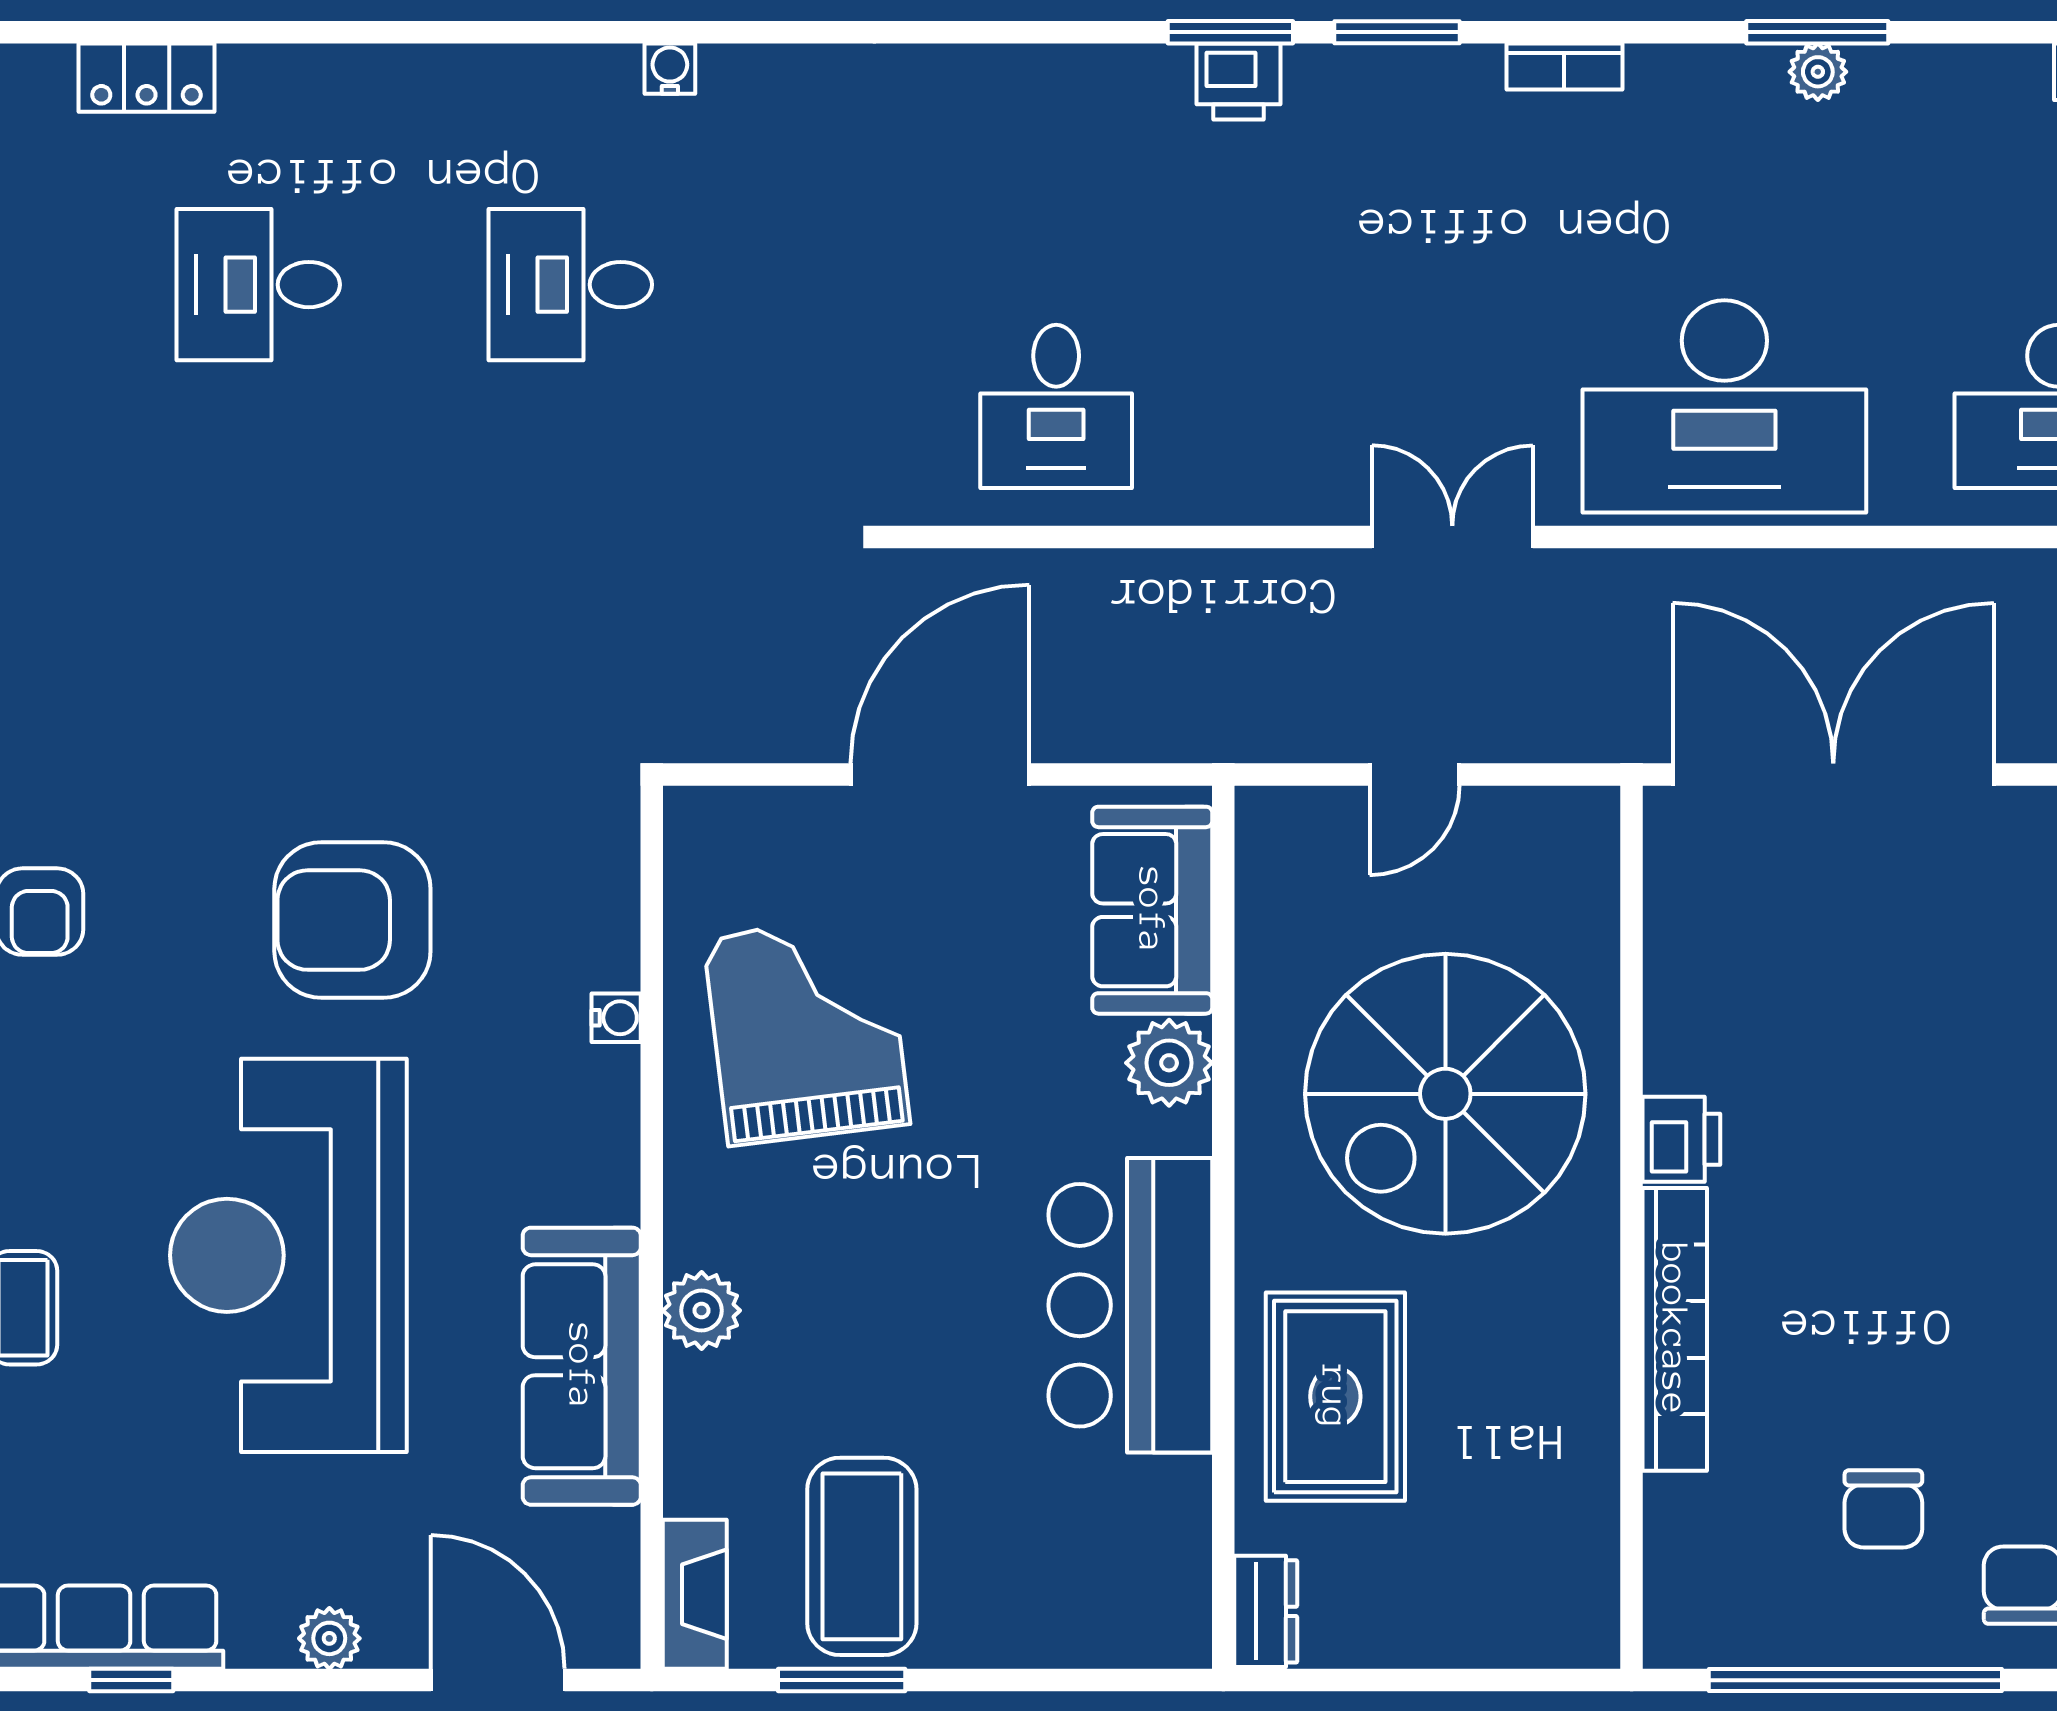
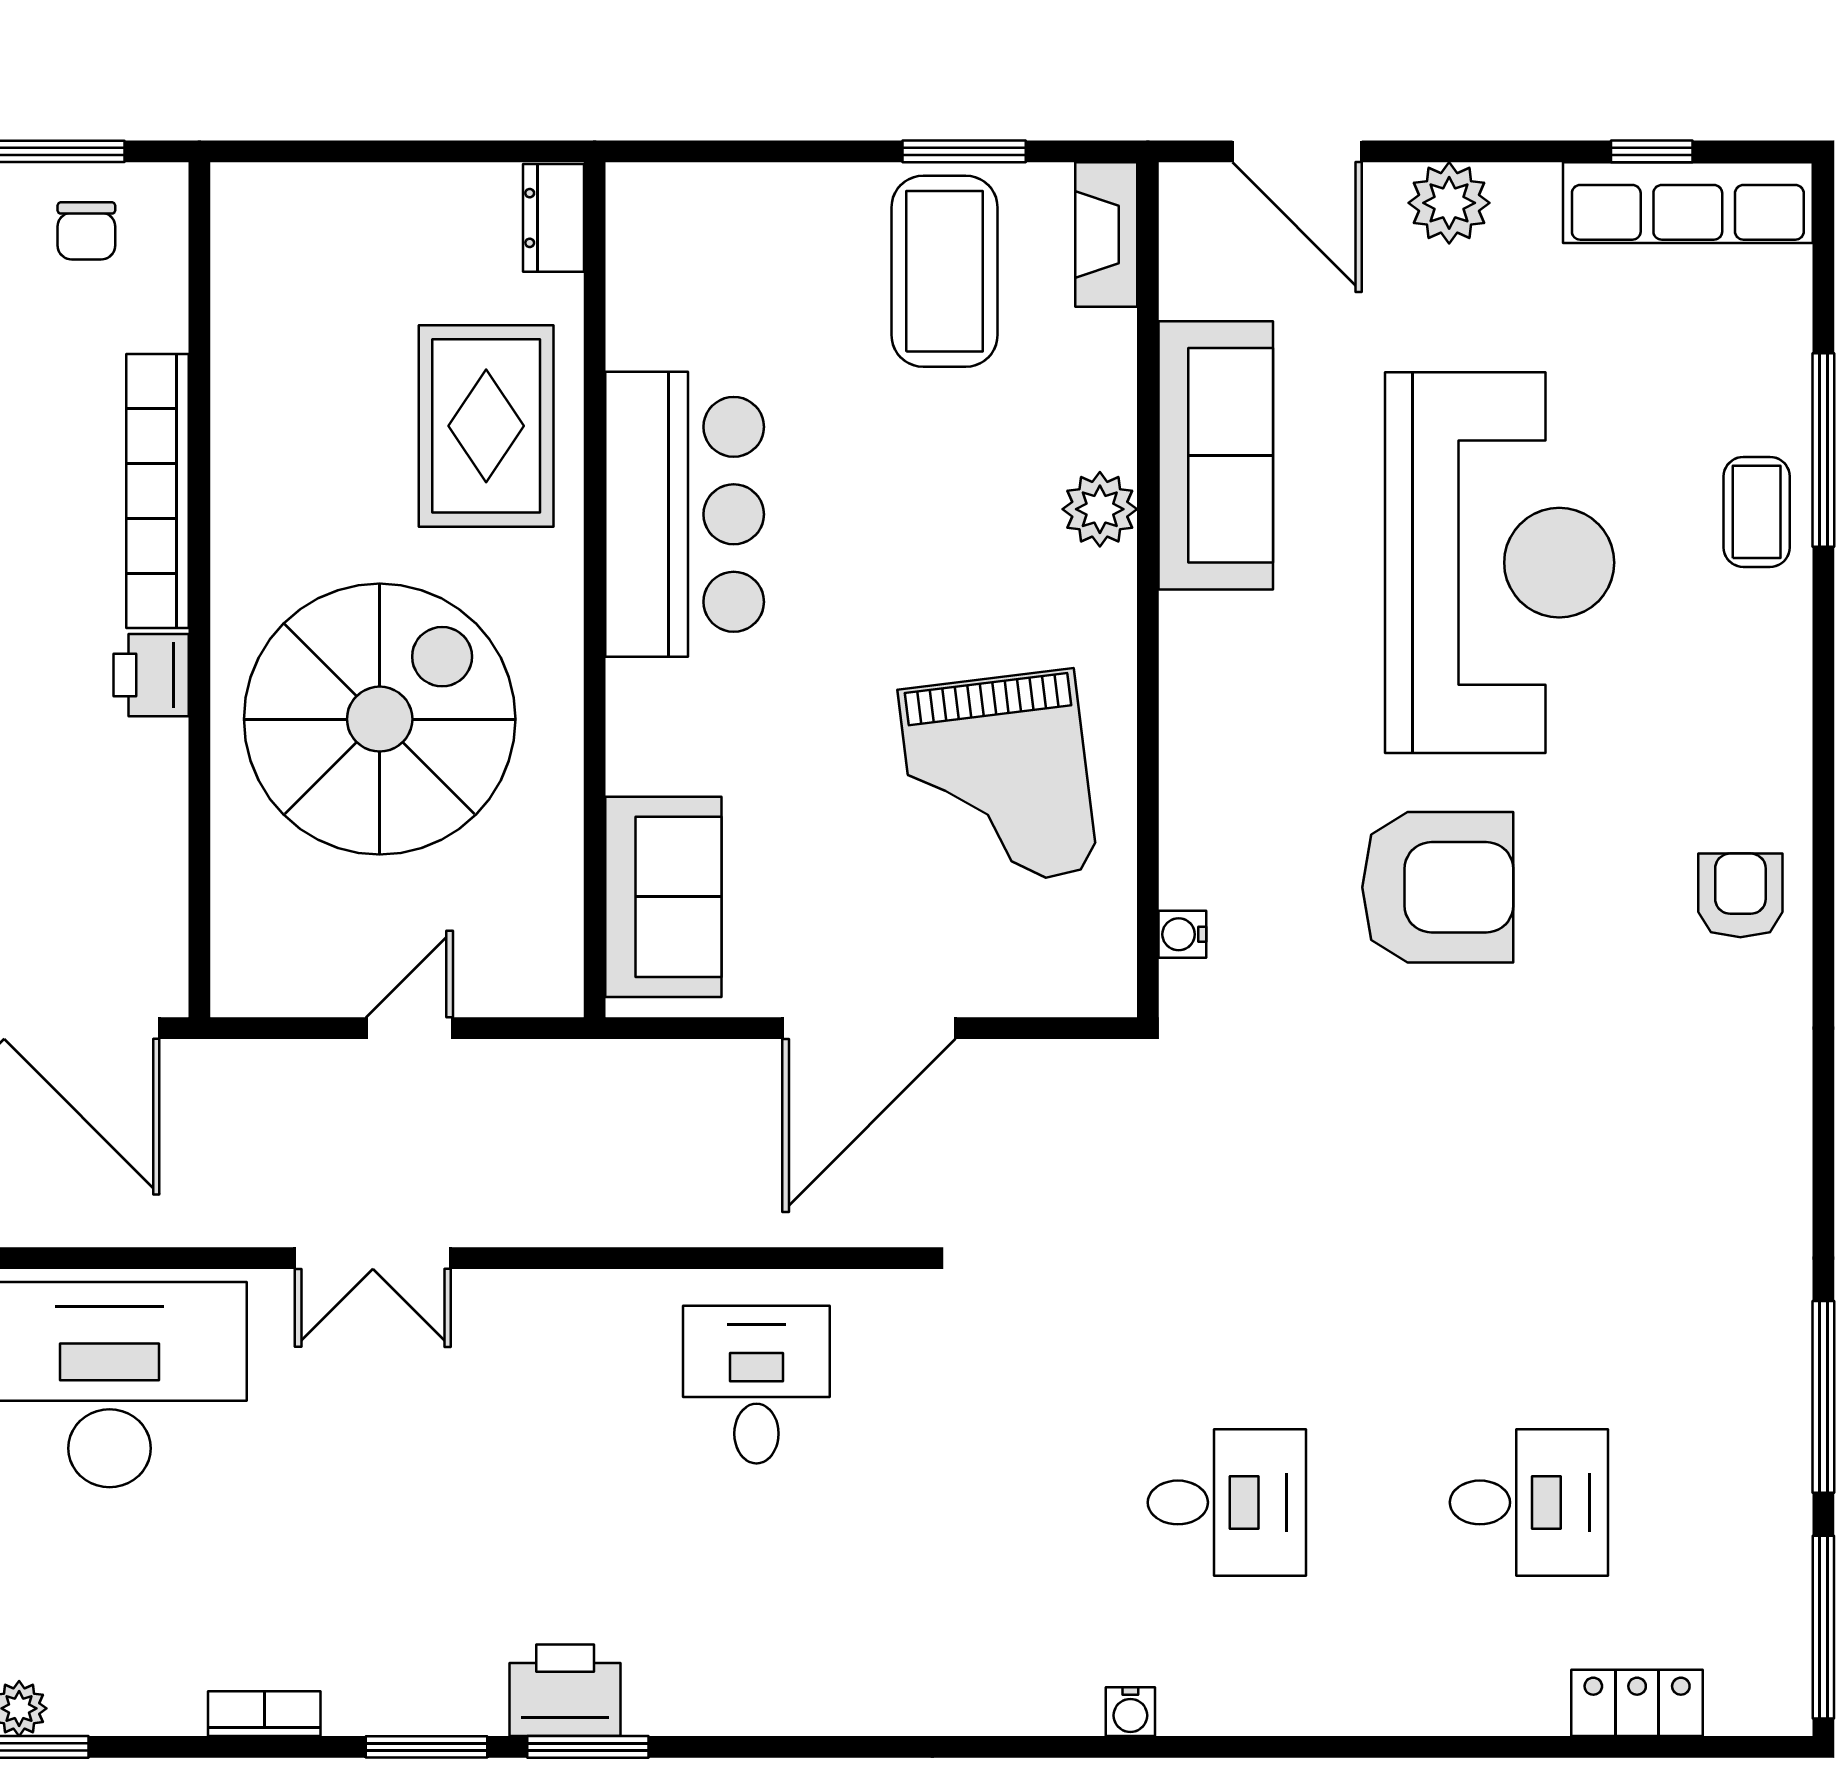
printer: (1239, 81) -> (565, 1690), width x1.36, depth x1.24
water cooler: (616, 1018) -> (1182, 934), moved
plant: (1169, 1063) -> (647, 749), removed
chair: (1748, 1598) -> (86, 231), added
plant: (329, 1638) -> (1449, 203), width x1.38, depth x1.38

